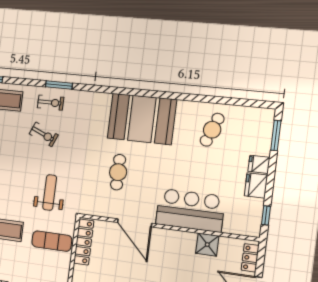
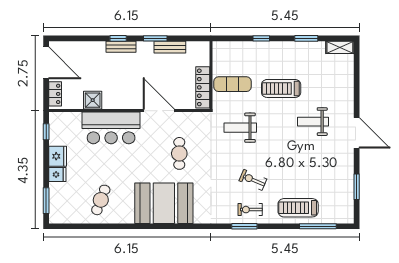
weight bench: (50, 193) -> (240, 128), turned 90

